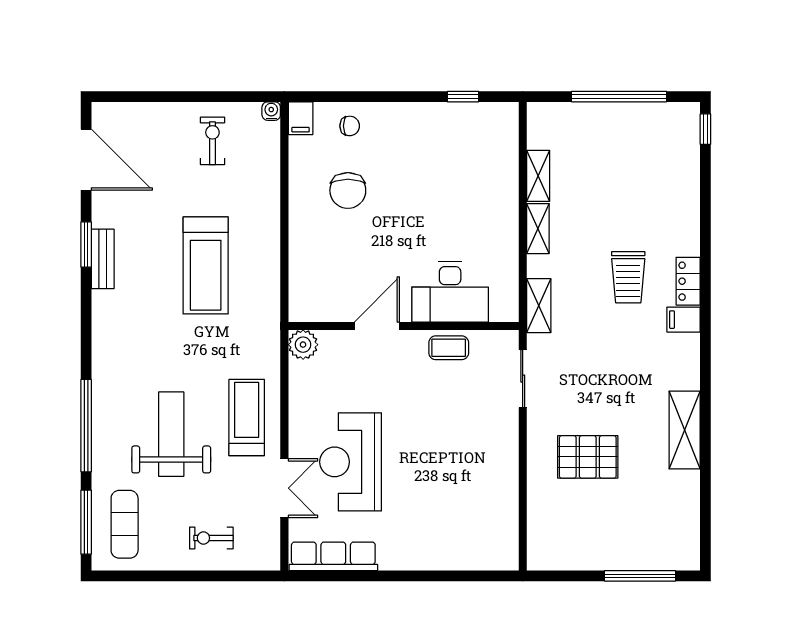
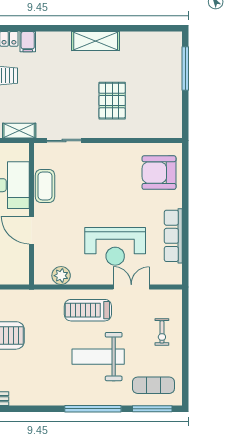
plant: (303, 345) -> (61, 276), moved
coffee table: (449, 348) -> (45, 186), width x1.36, depth x1.30
armchair: (471, 533) -> (159, 173), added
row of seats: (333, 556) -> (173, 236), moved

